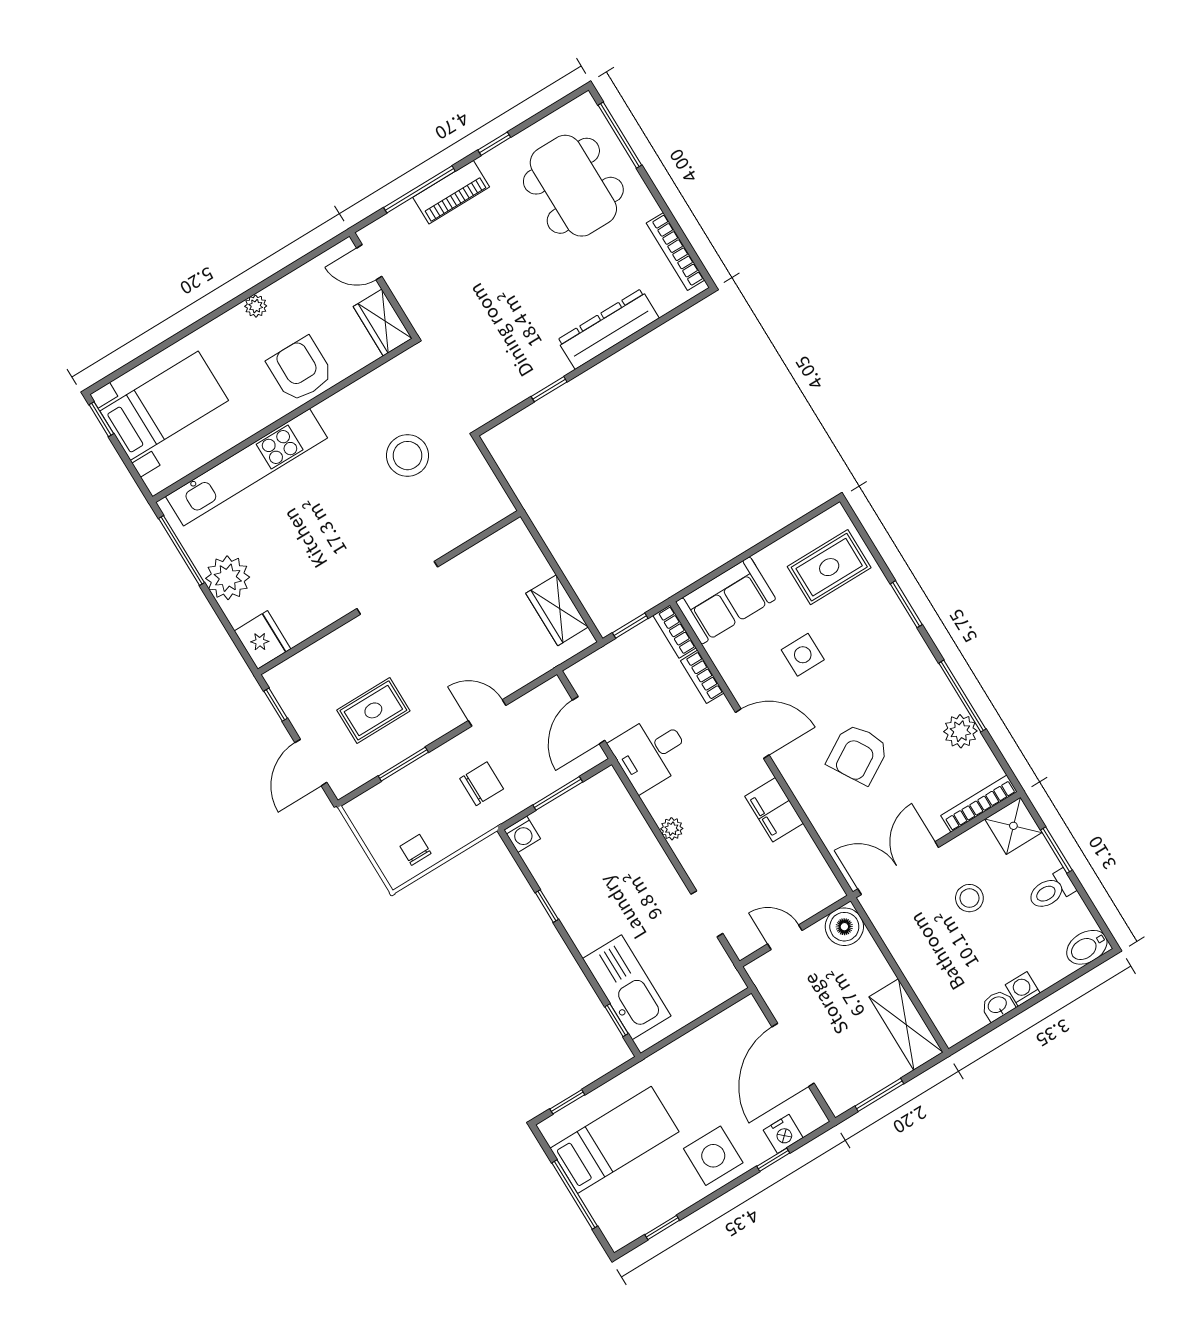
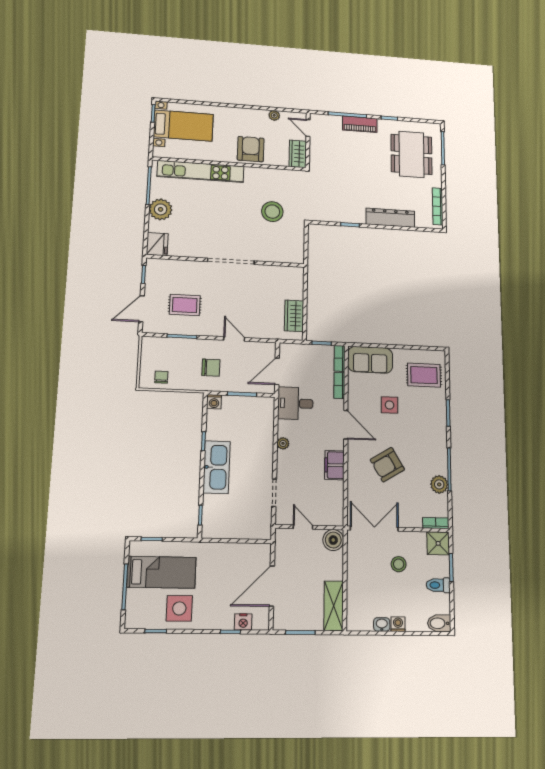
plant: (256, 306) -> (274, 115), moved
bookcase: (979, 804) -> (436, 523), width x0.64
kitchen sink: (627, 987) -> (217, 467), moved
side table: (713, 1156) -> (179, 608), moved

